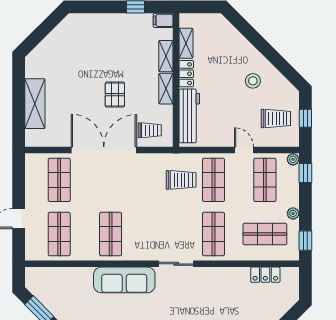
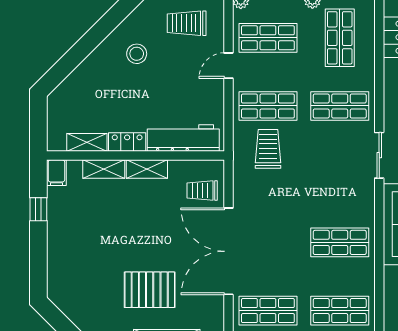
pallet: (115, 95) -> (150, 290), moved, width x1.50, depth x1.42
trolley: (276, 119) -> (187, 23), turned -90
trolley: (150, 130) -> (202, 190), turned -90

